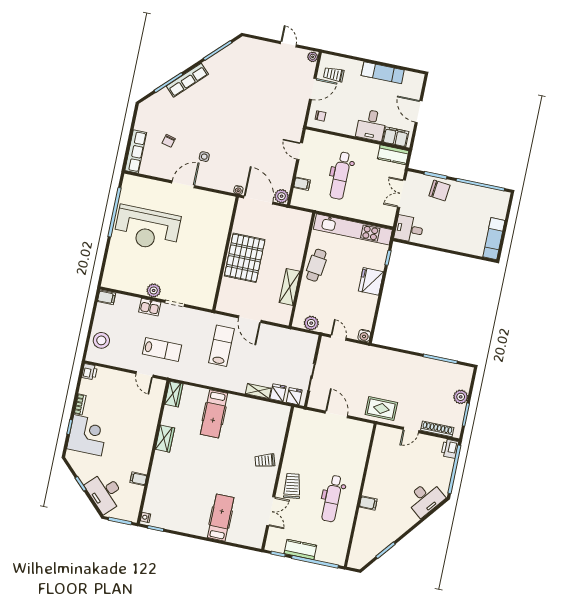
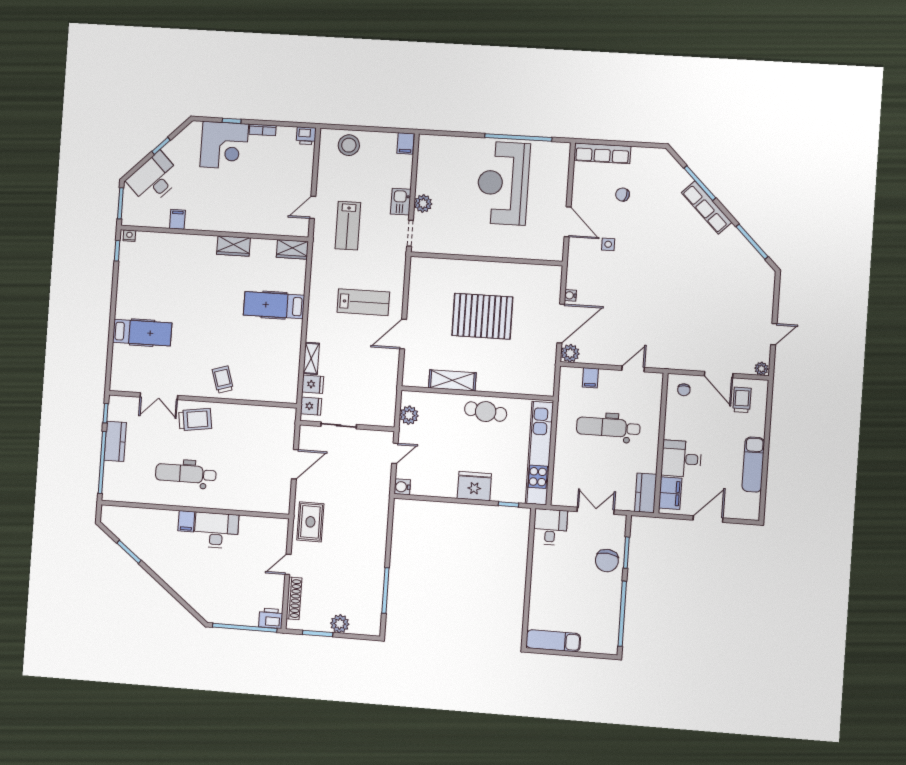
wall: (225, 254) -> (486, 259), moved
door: (411, 430) -> (288, 564), hinge flipped
desk: (425, 499) -> (216, 530), moved, turned 141

